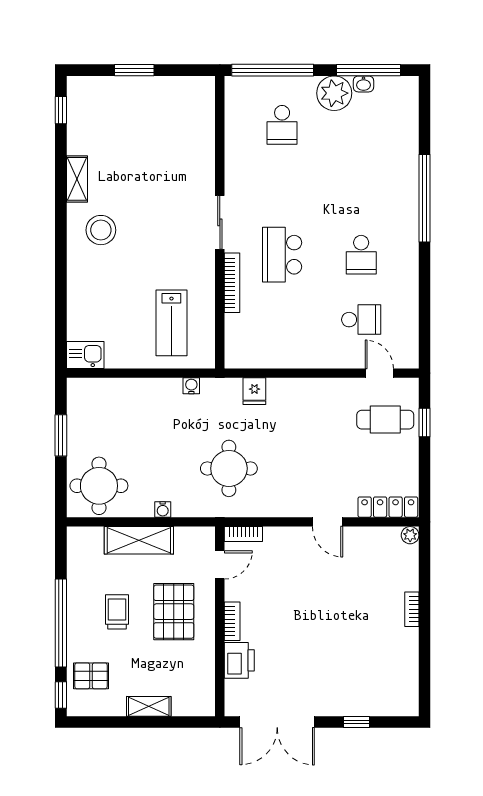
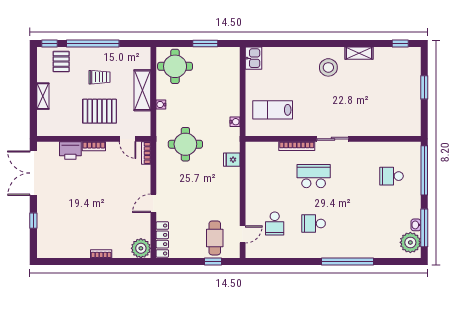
plant: (334, 93) -> (410, 242), moved
plant: (410, 535) -> (141, 248), width x1.88, depth x1.88

